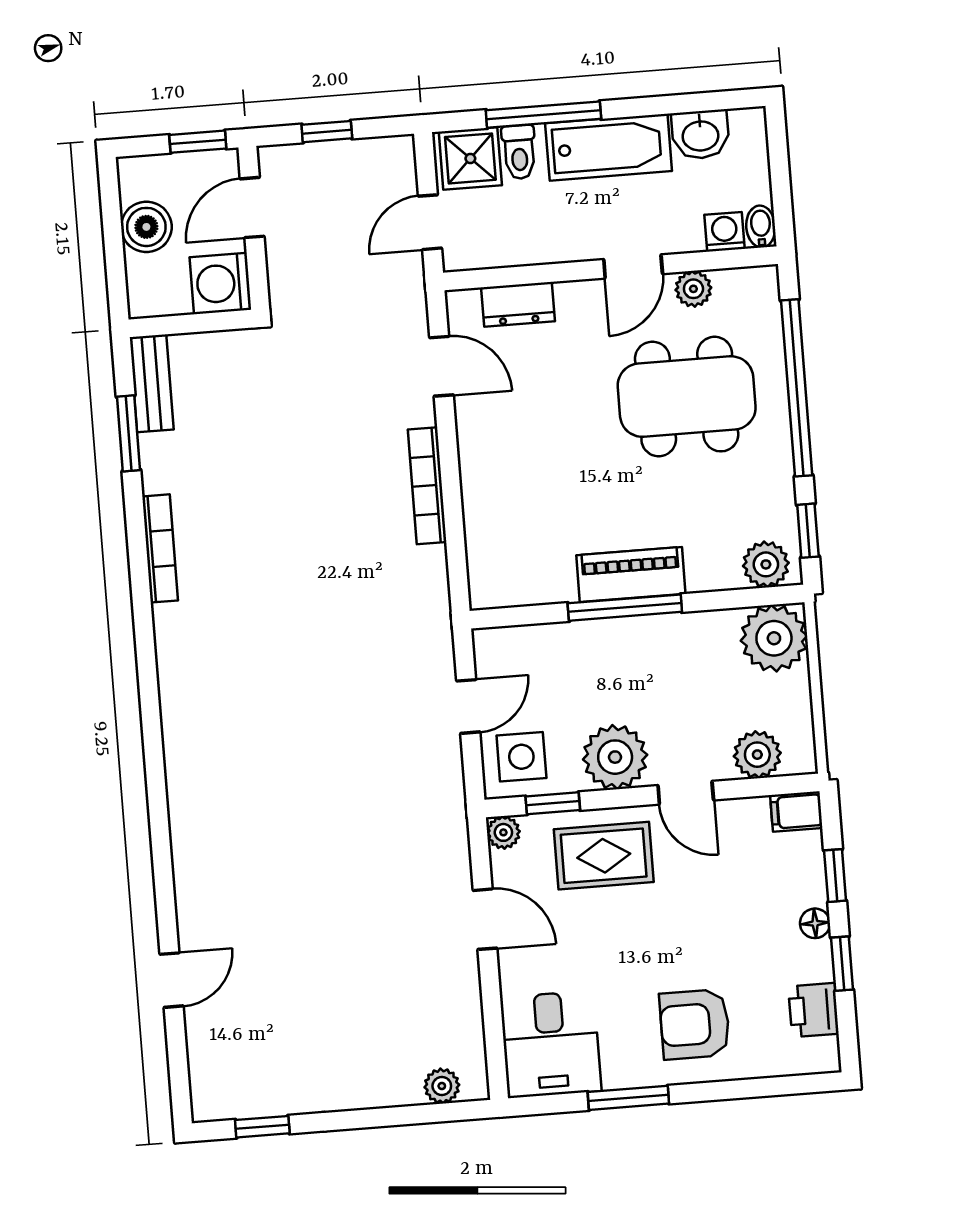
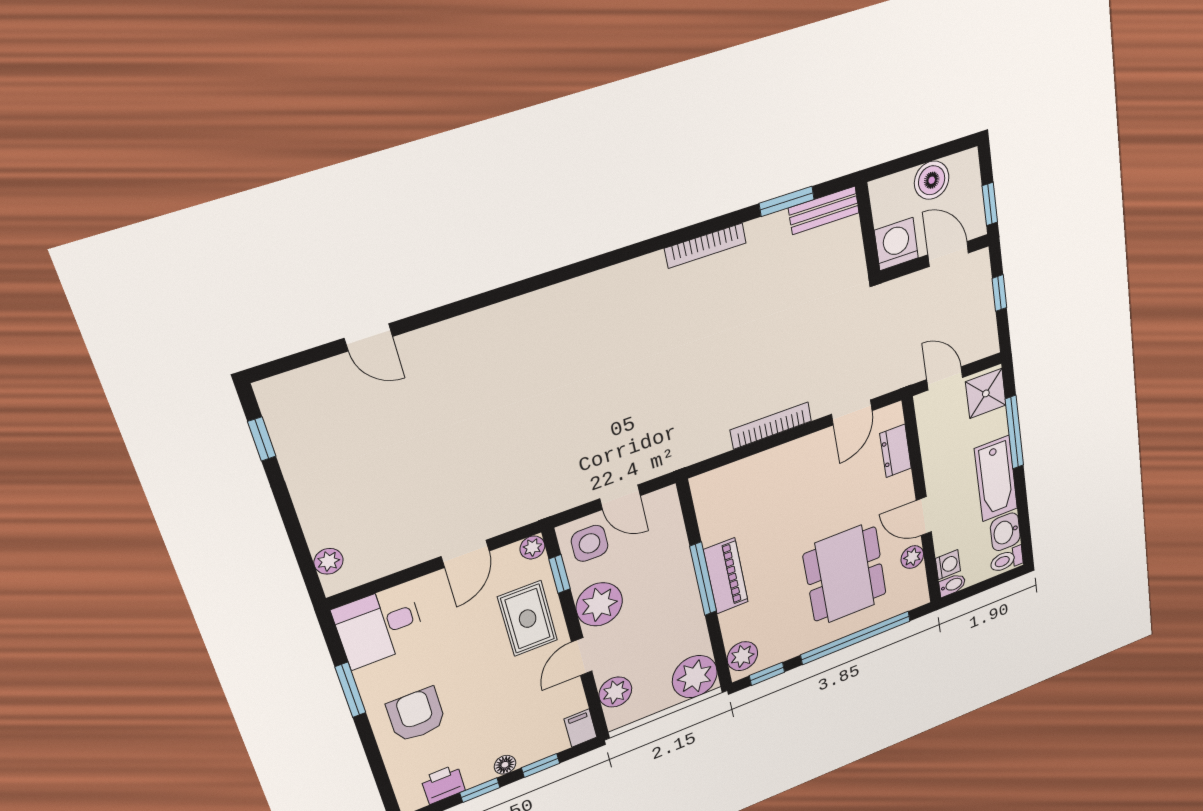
toilet: (519, 152) -> (1007, 560), moved

